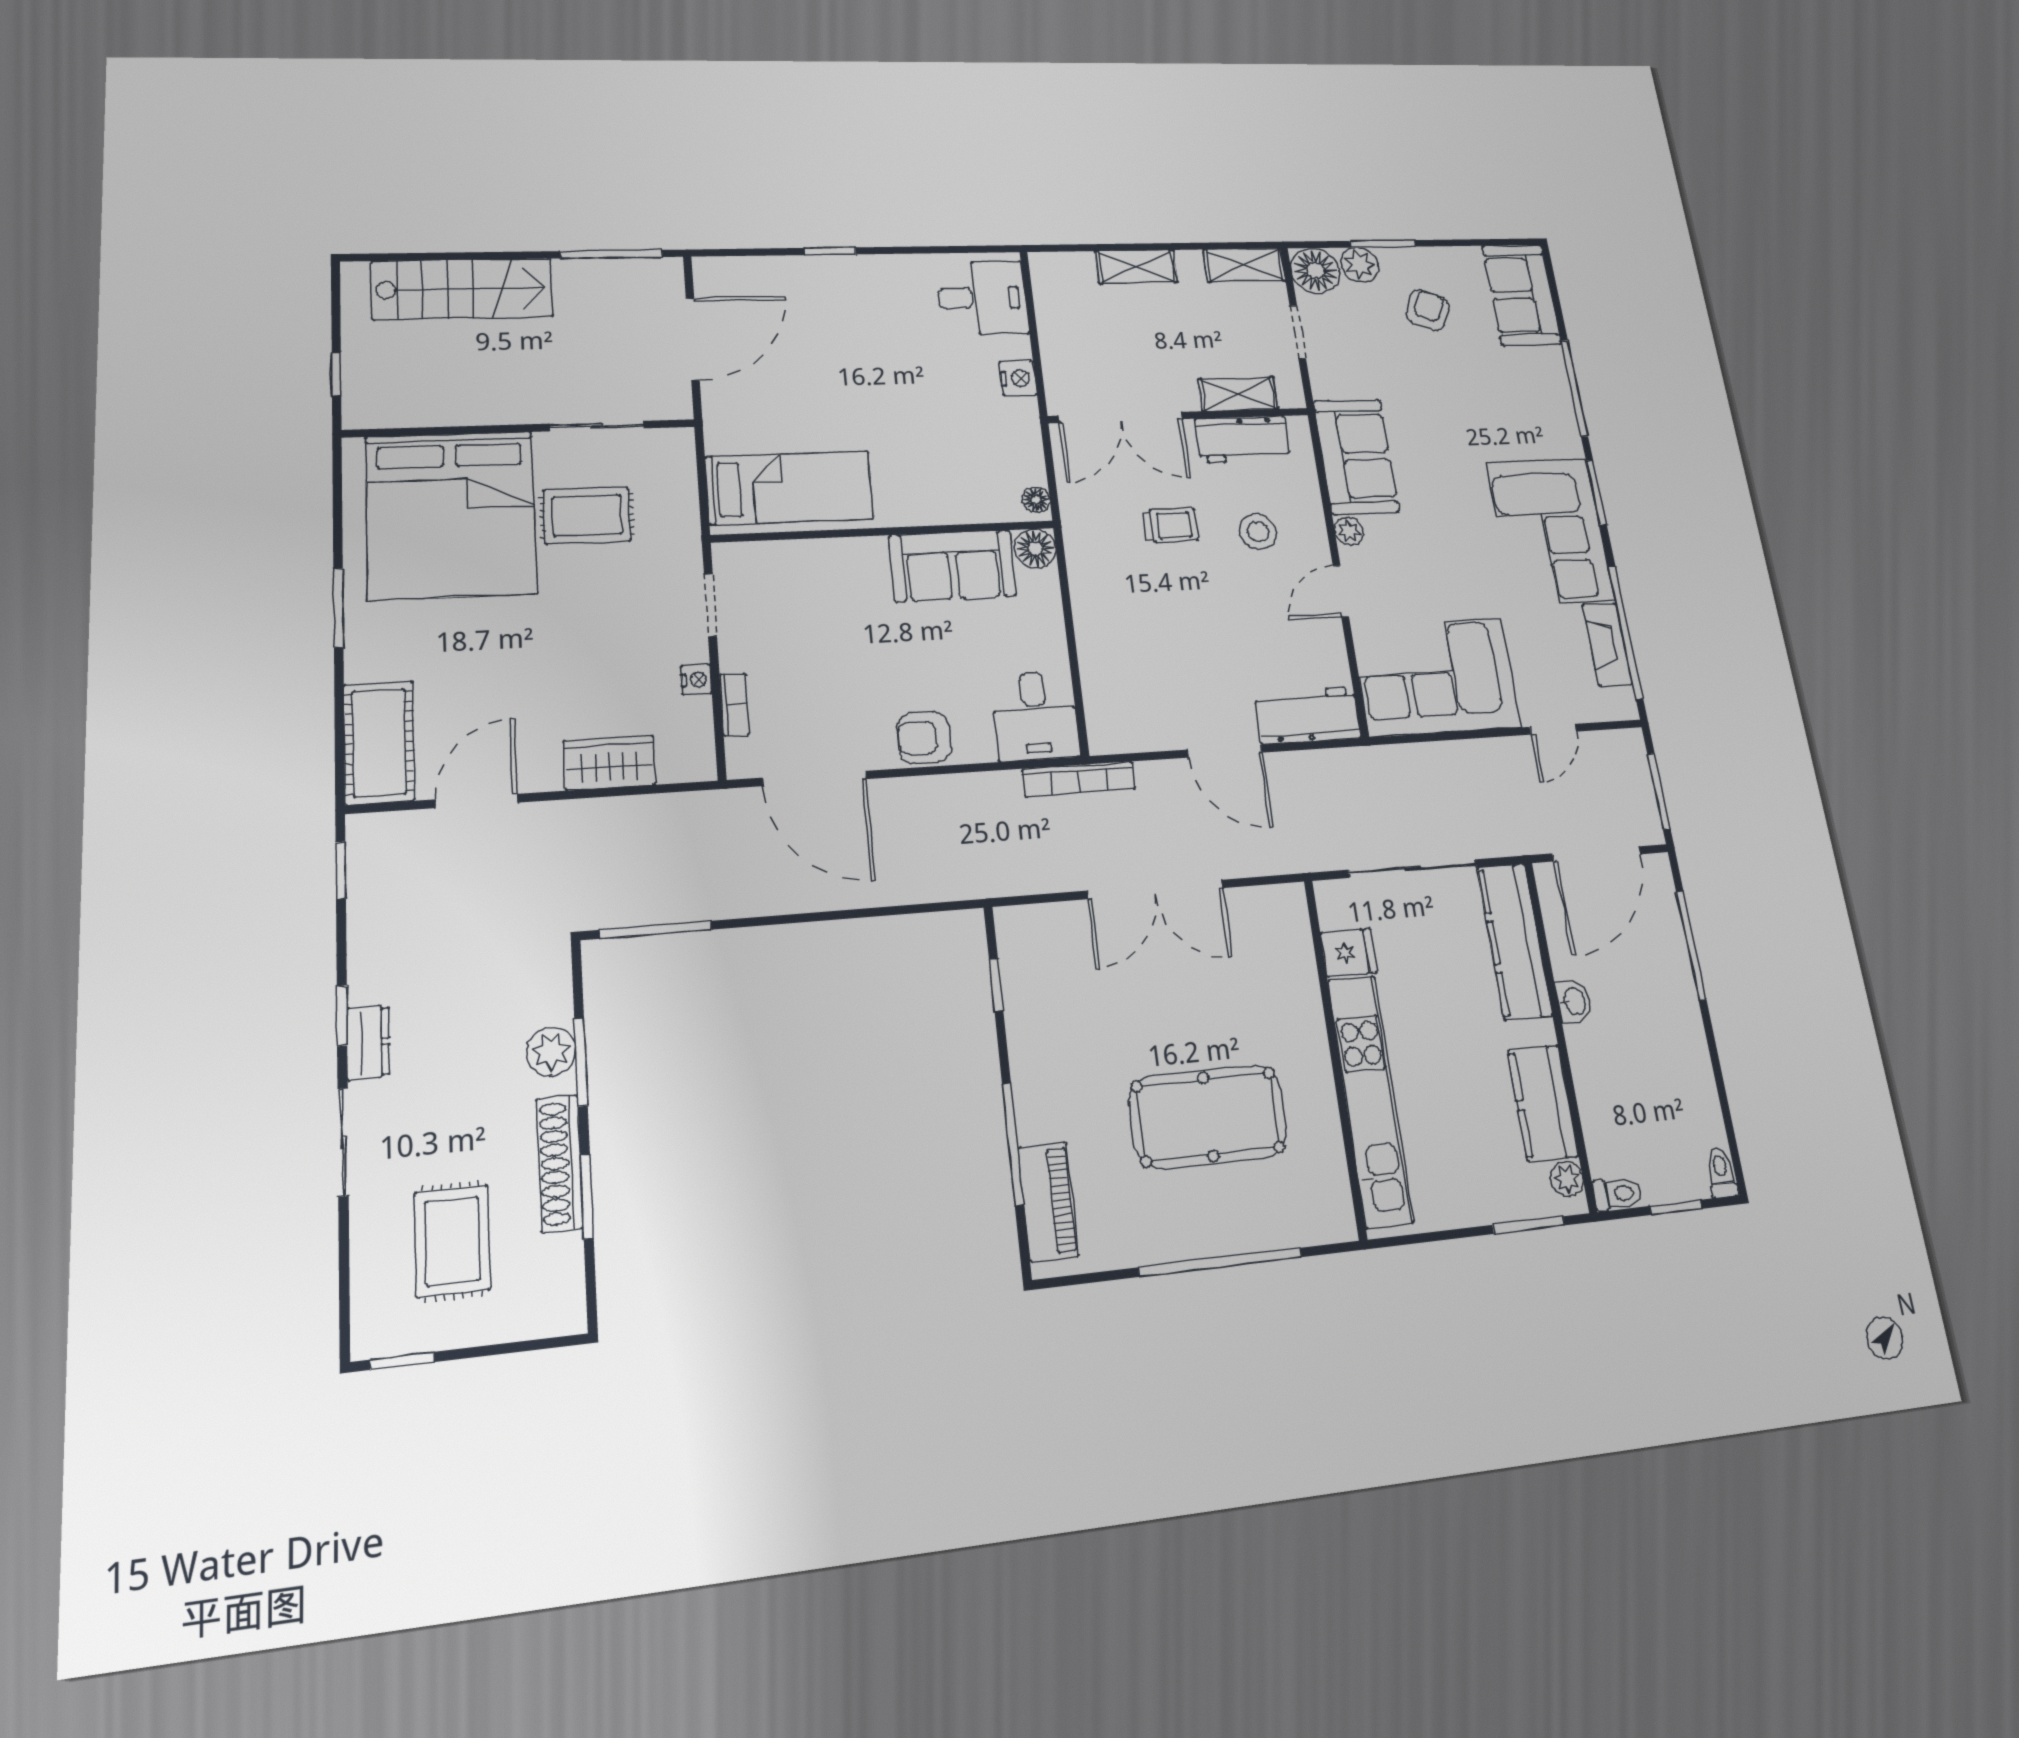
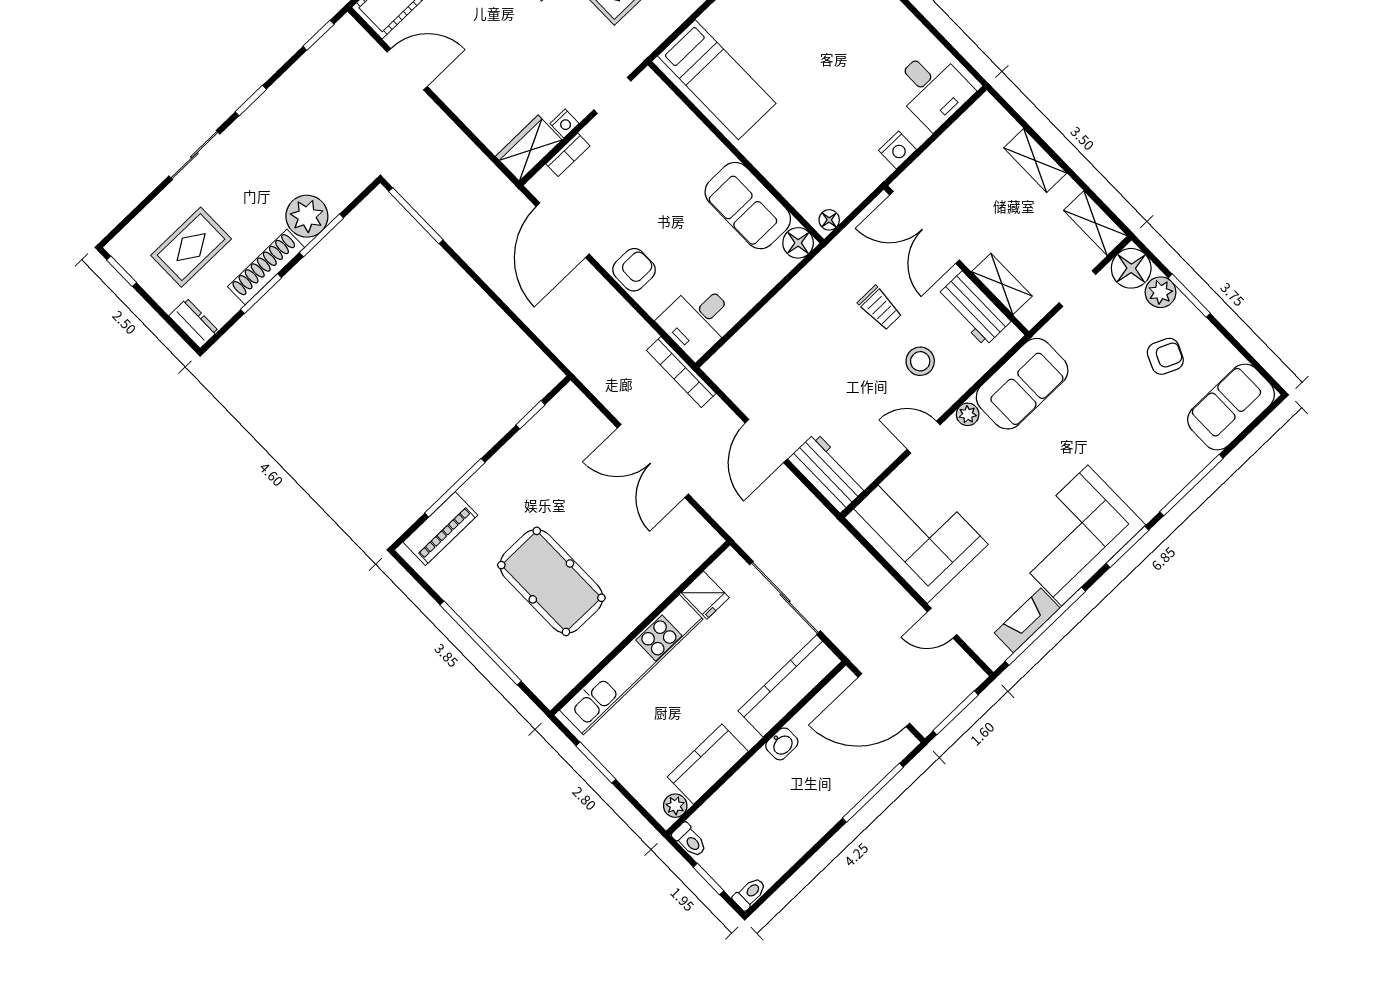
armchair: (924, 738) -> (634, 270), turned 90
wardrobe: (609, 763) -> (529, 148), moved, turned -90
dresser: (368, 1042) -> (194, 323), moved, turned -90
plant: (551, 1052) -> (307, 216), width x1.36, depth x1.36
window: (1529, 1225) -> (596, 763), moved

